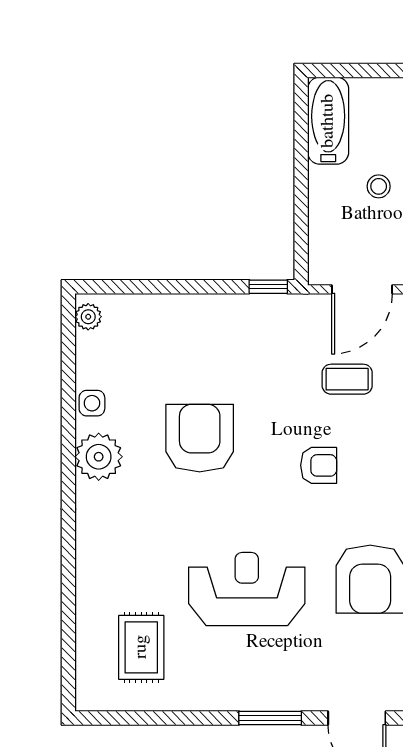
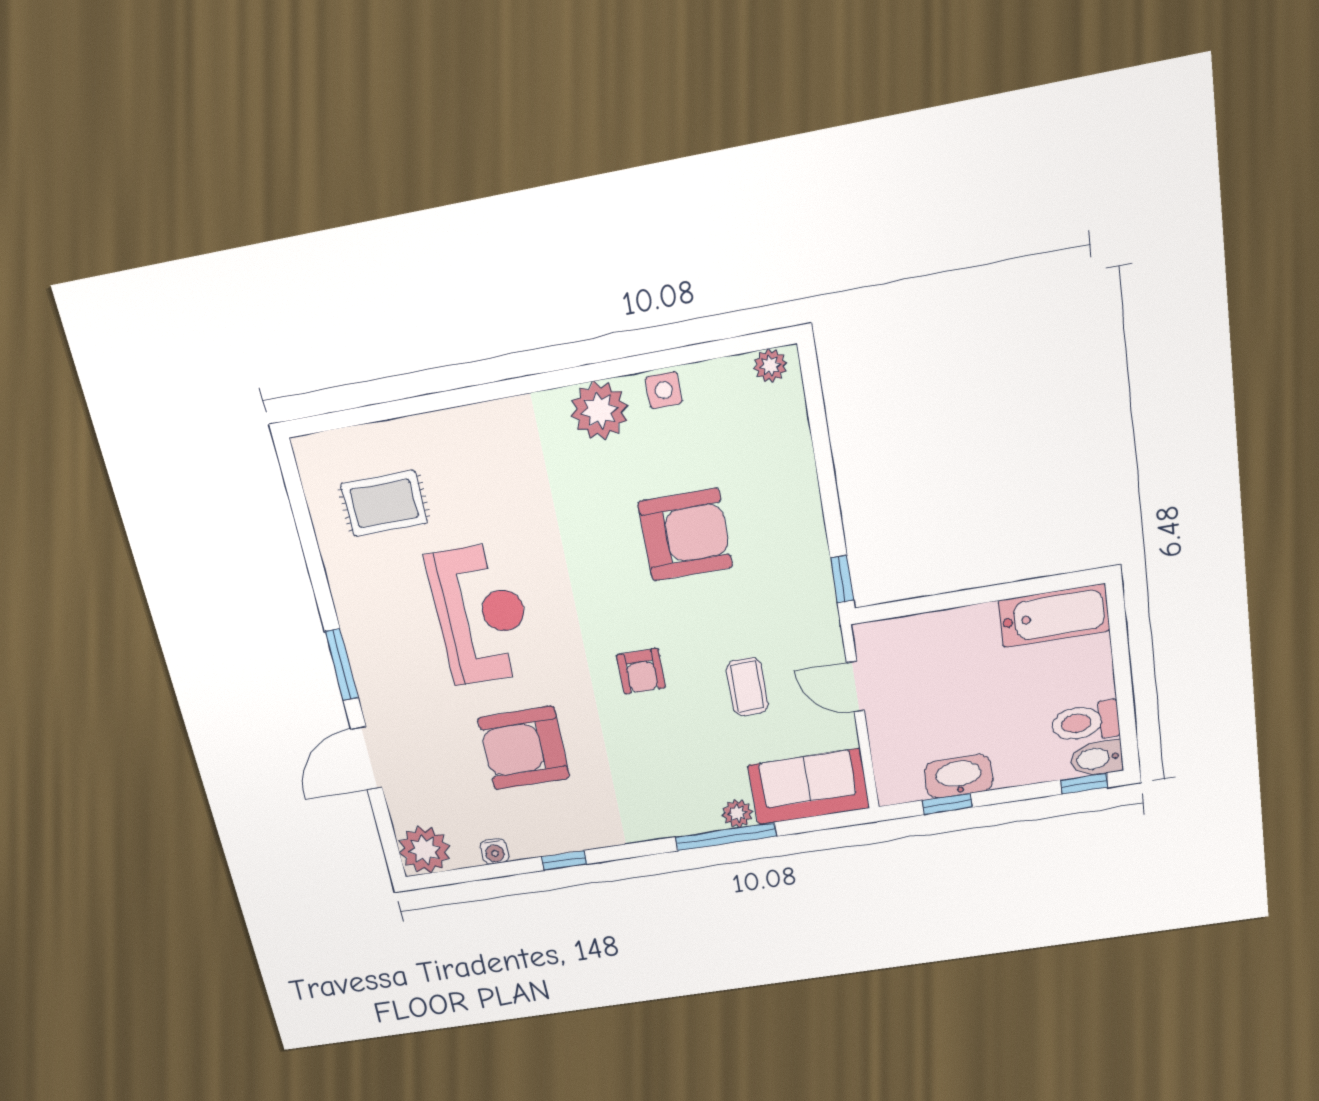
stool: (379, 186) -> (981, 686), removed
door: (362, 289) -> (855, 687), width x0.73
armchair: (200, 438) -> (685, 535), moved

